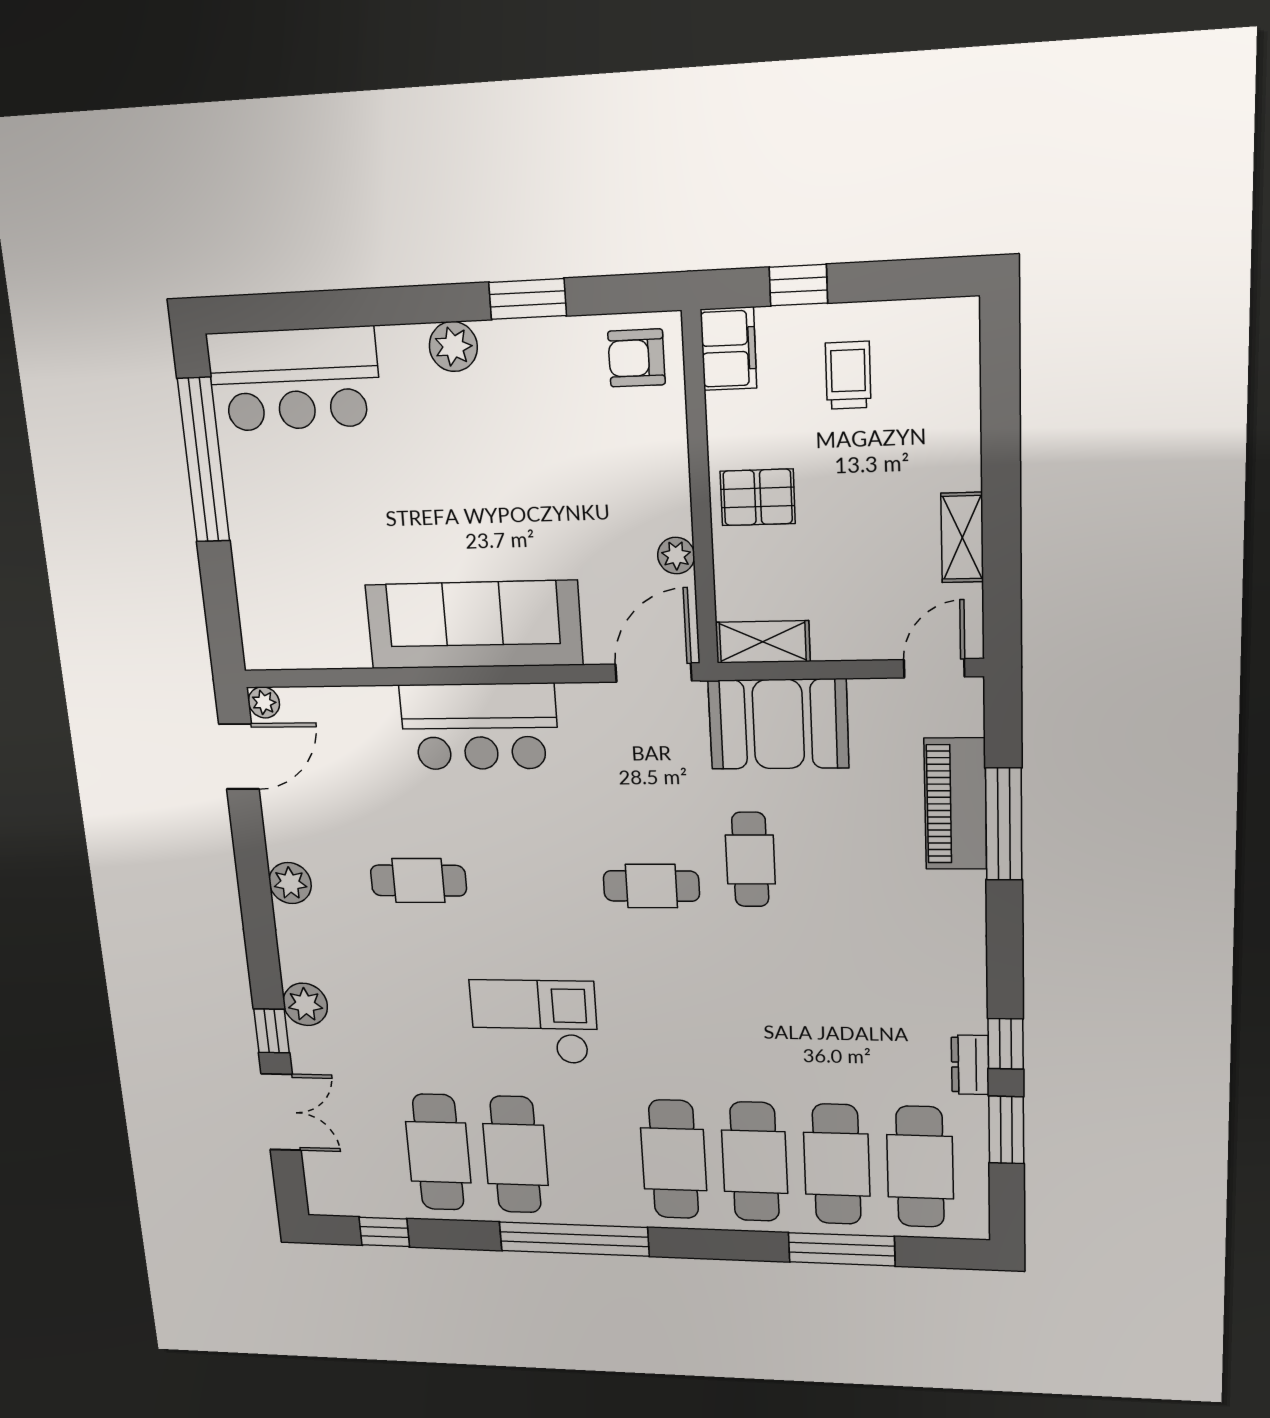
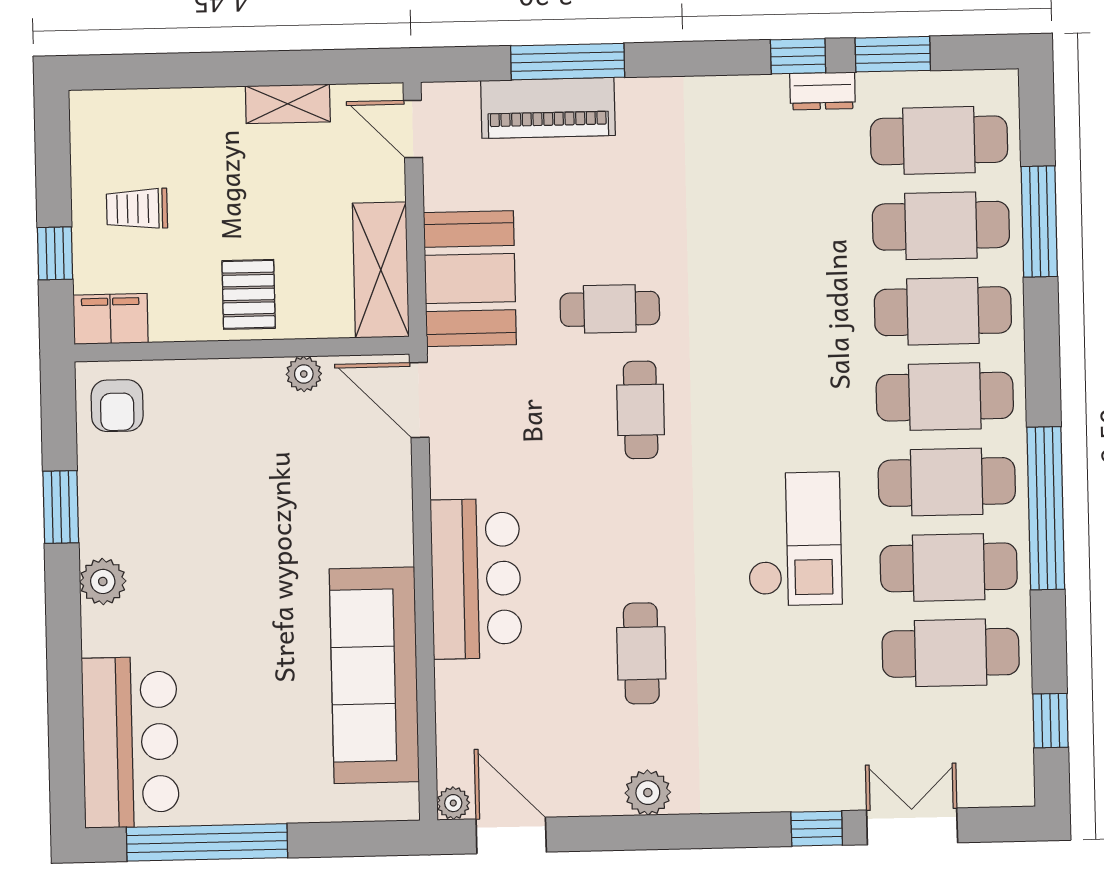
sofa: (474, 625) -> (374, 675), moved
shelving: (763, 642) -> (381, 270), width x1.50, depth x1.33
plant: (305, 1004) -> (784, 788), removed
checkout: (534, 1022) -> (794, 539), turned 180
cafe table: (594, 1157) -> (947, 482), added

